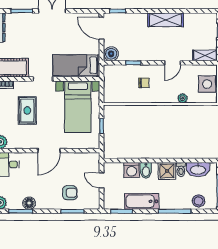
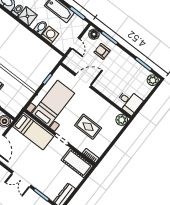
rug: (27, 110) -> (88, 127), turned 90
door: (49, 151) -> (83, 81), moved
floor lamp: (29, 203) -> (94, 34), moved

